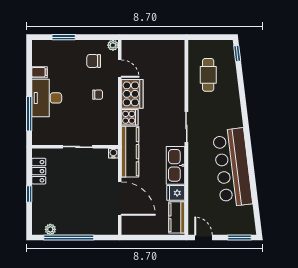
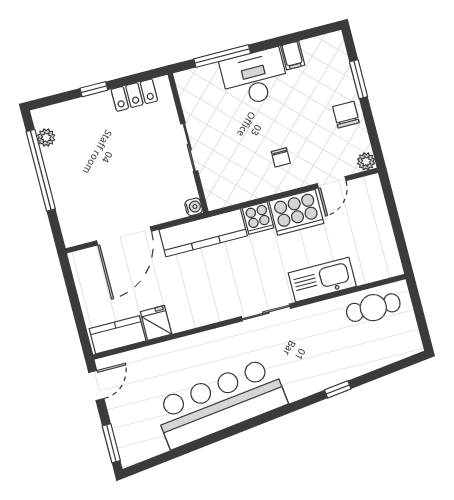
window: (237, 54) -> (338, 389), moved
chair: (94, 61) -> (346, 115), moved
cafe table: (208, 75) -> (373, 308), moved
kitchen sink: (176, 165) -> (322, 280), moved

